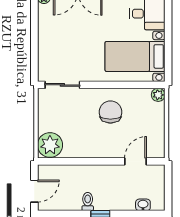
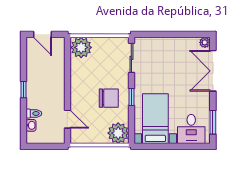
window: (109, 85) -> (131, 97), added
plant: (158, 95) -> (118, 133), width x1.88, depth x1.88
toilet: (88, 202) -> (34, 113), moved

